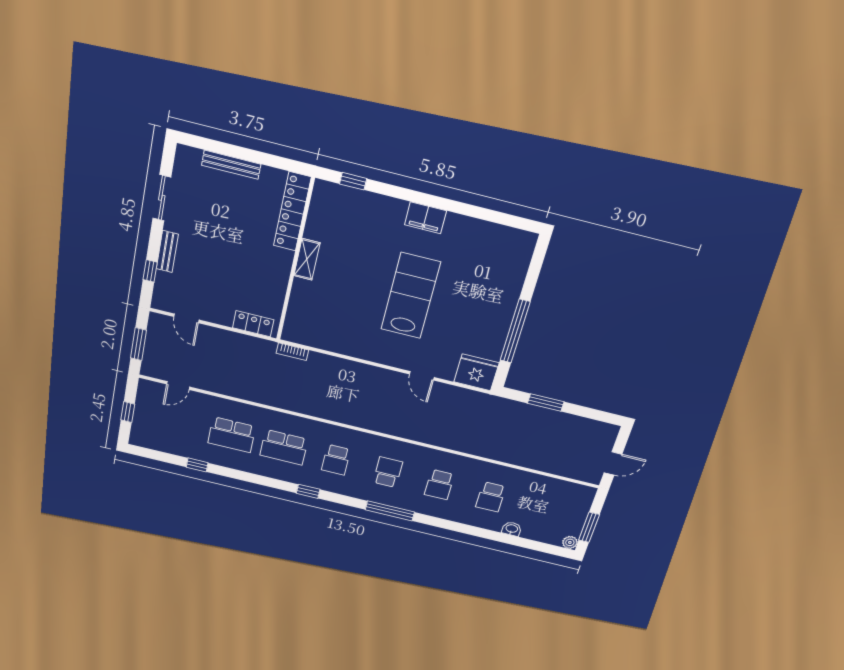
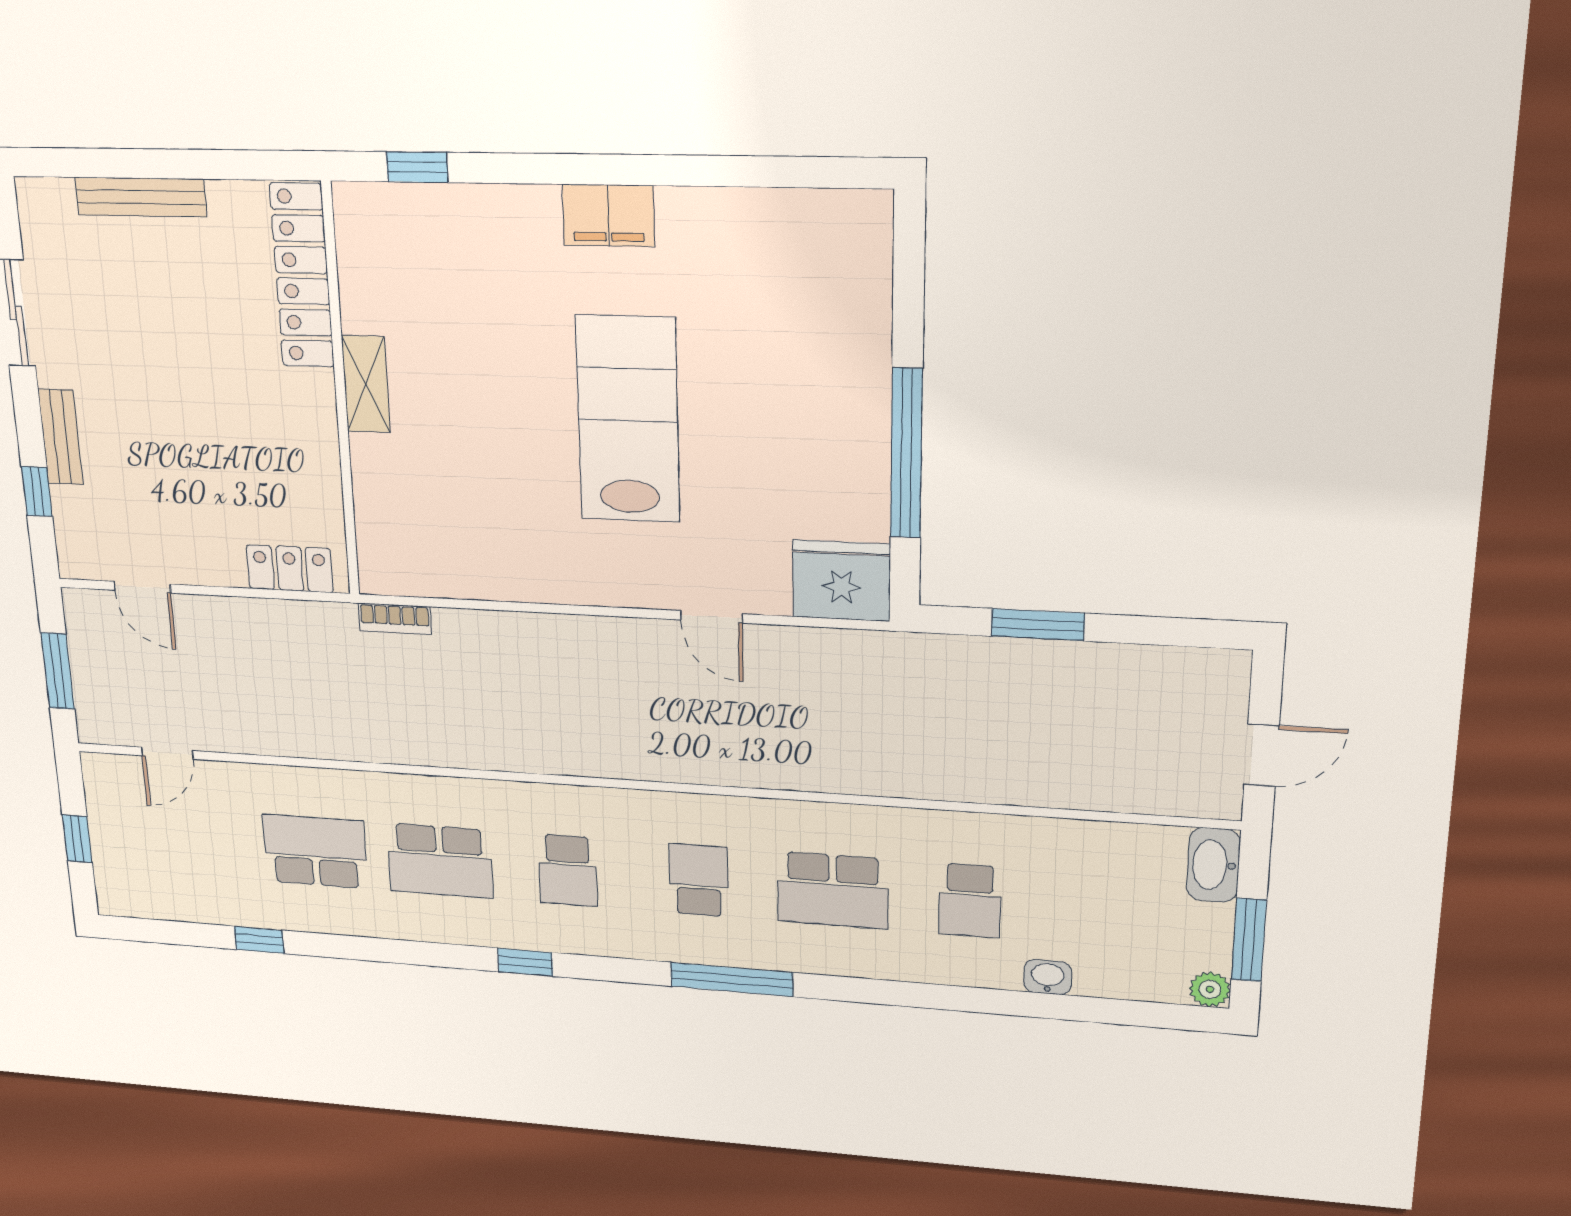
school desk: (232, 435) -> (315, 851), turned 180
school desk: (439, 485) -> (833, 890), width x1.85
washbasin: (584, 499) -> (1213, 865), added

